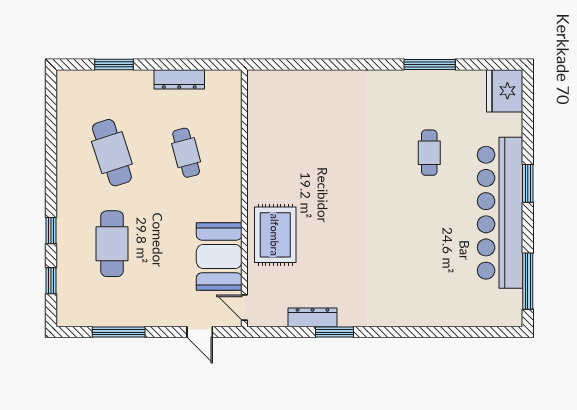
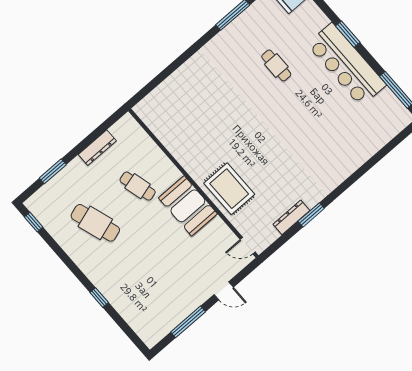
bar counter: (500, 213) -> (346, 65), width x0.73
cafe table: (112, 244) -> (140, 275), removed
booth: (219, 256) -> (188, 206), moved
window: (51, 281) -> (34, 222), moved
door: (200, 332) -> (224, 291), moved

